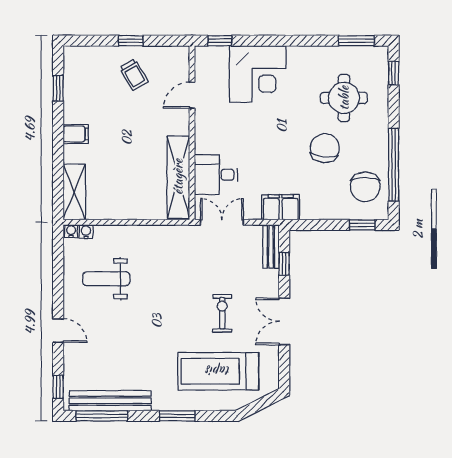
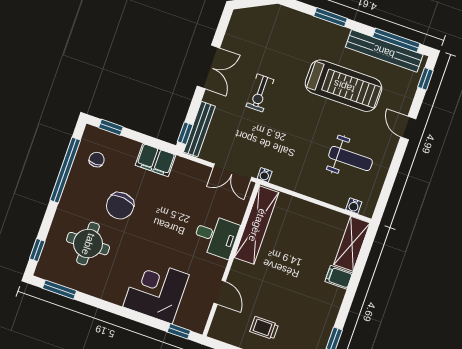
trolley: (134, 75) -> (264, 328), turned -60
door: (192, 95) -> (220, 292), hinge flipped
filing cabinet: (76, 134) -> (339, 277), moved
desk: (216, 175) -> (216, 236), moved
chair: (365, 187) -> (97, 160), width x0.54, depth x0.54
filing cabinet: (281, 207) -> (156, 160), moved
water cooler: (71, 231) -> (265, 175), moved
bench: (271, 247) -> (199, 129), width x1.36
window: (284, 264) -> (185, 133), moved
treadmill: (218, 371) -> (344, 86), moved

